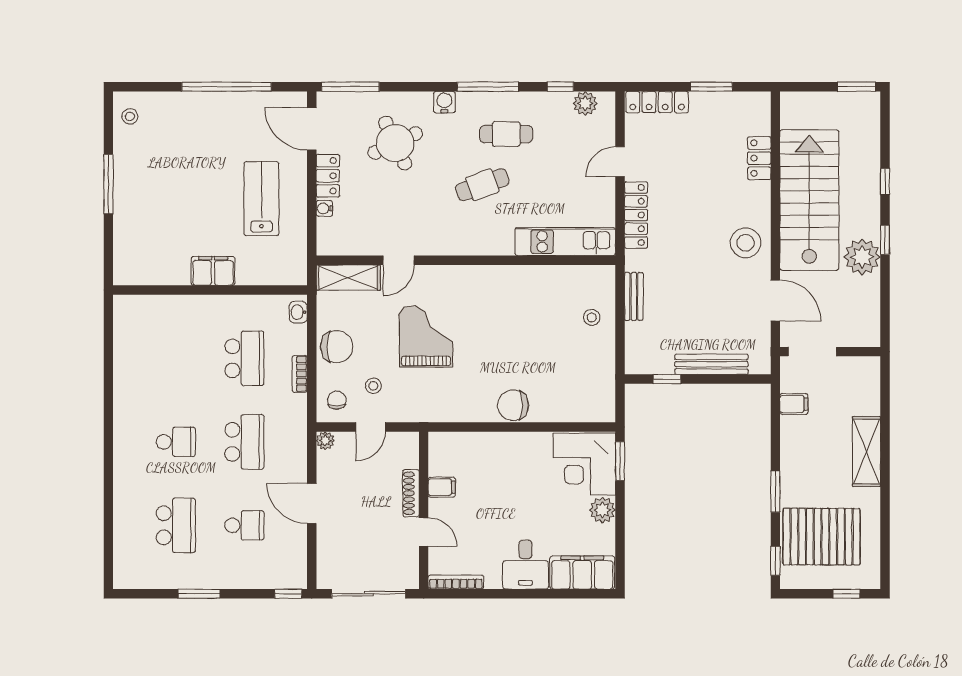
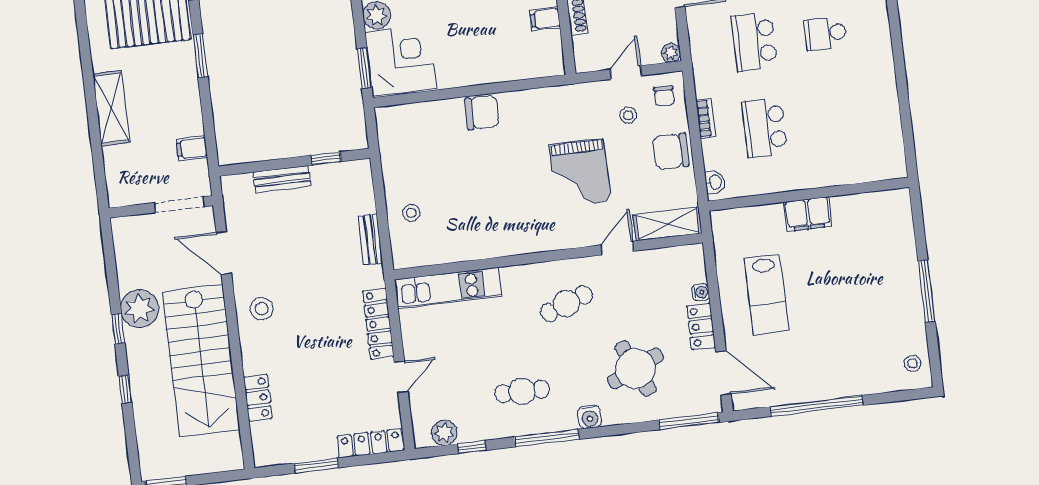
cafe table: (482, 185) -> (566, 304), moved
stool: (746, 243) -> (262, 309), width x0.73, depth x0.73
bench: (711, 364) -> (282, 179), width x0.73

